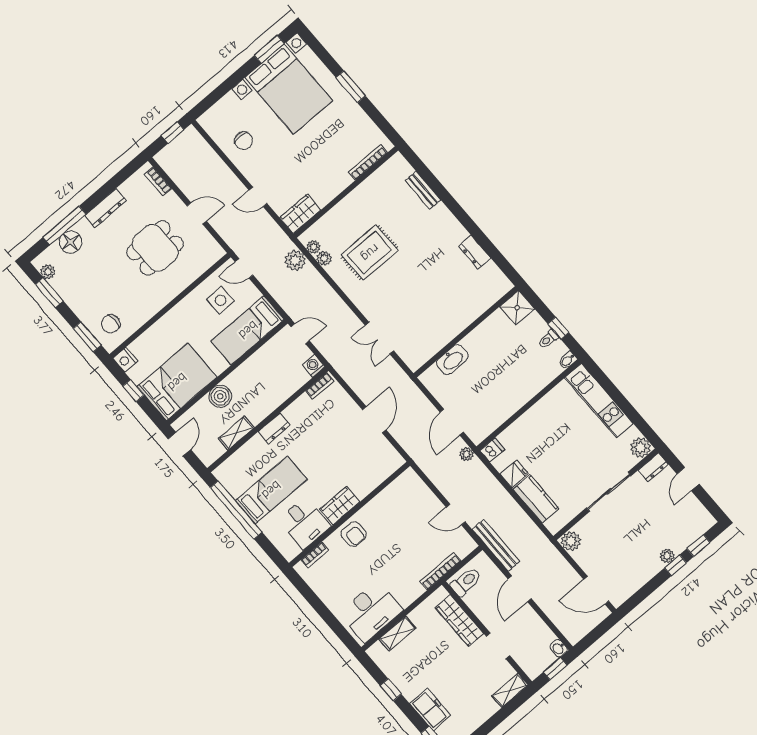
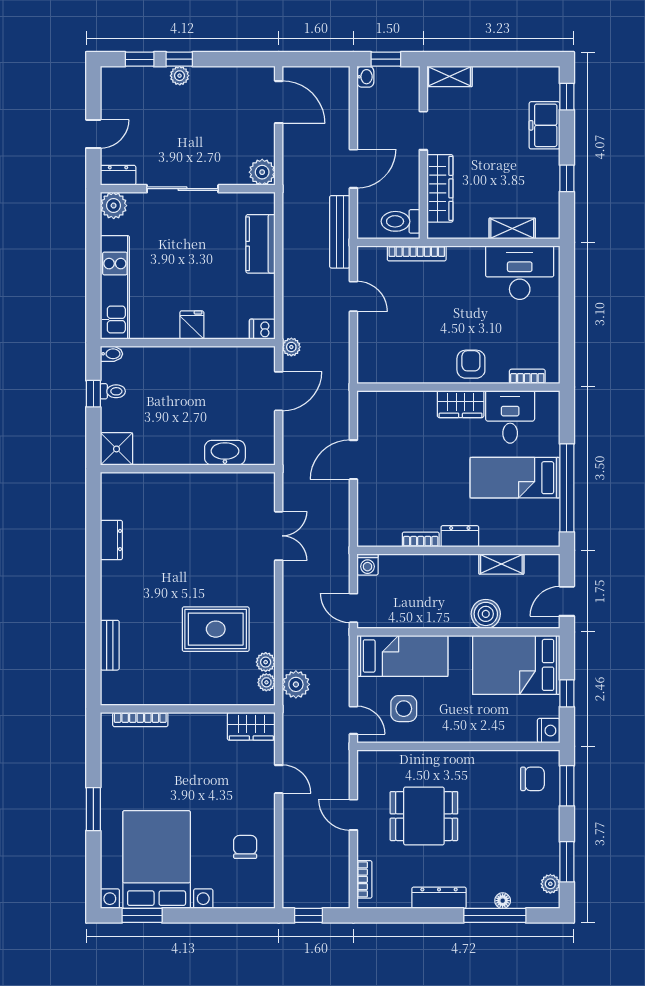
floor lamp: (71, 242) -> (503, 901), width x0.53, depth x0.53
bookcase: (320, 386) -> (421, 539), moved
fridge: (514, 474) -> (192, 325), moved, turned 90

